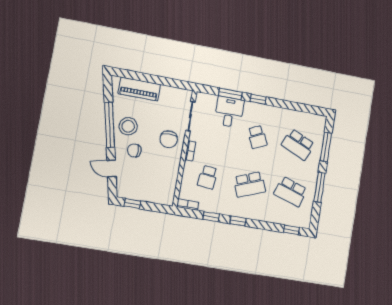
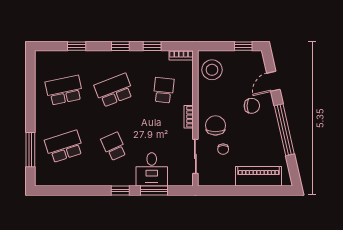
chair: (166, 118) -> (223, 149), added
stool: (128, 126) -> (212, 70), moved
school desk: (298, 144) -> (64, 146), turned -42
door: (112, 168) -> (273, 81), swing flipped
window: (320, 187) -> (30, 101), removed
school desk: (291, 192) -> (64, 90), turned -30
window: (291, 230) -> (77, 46), moved

